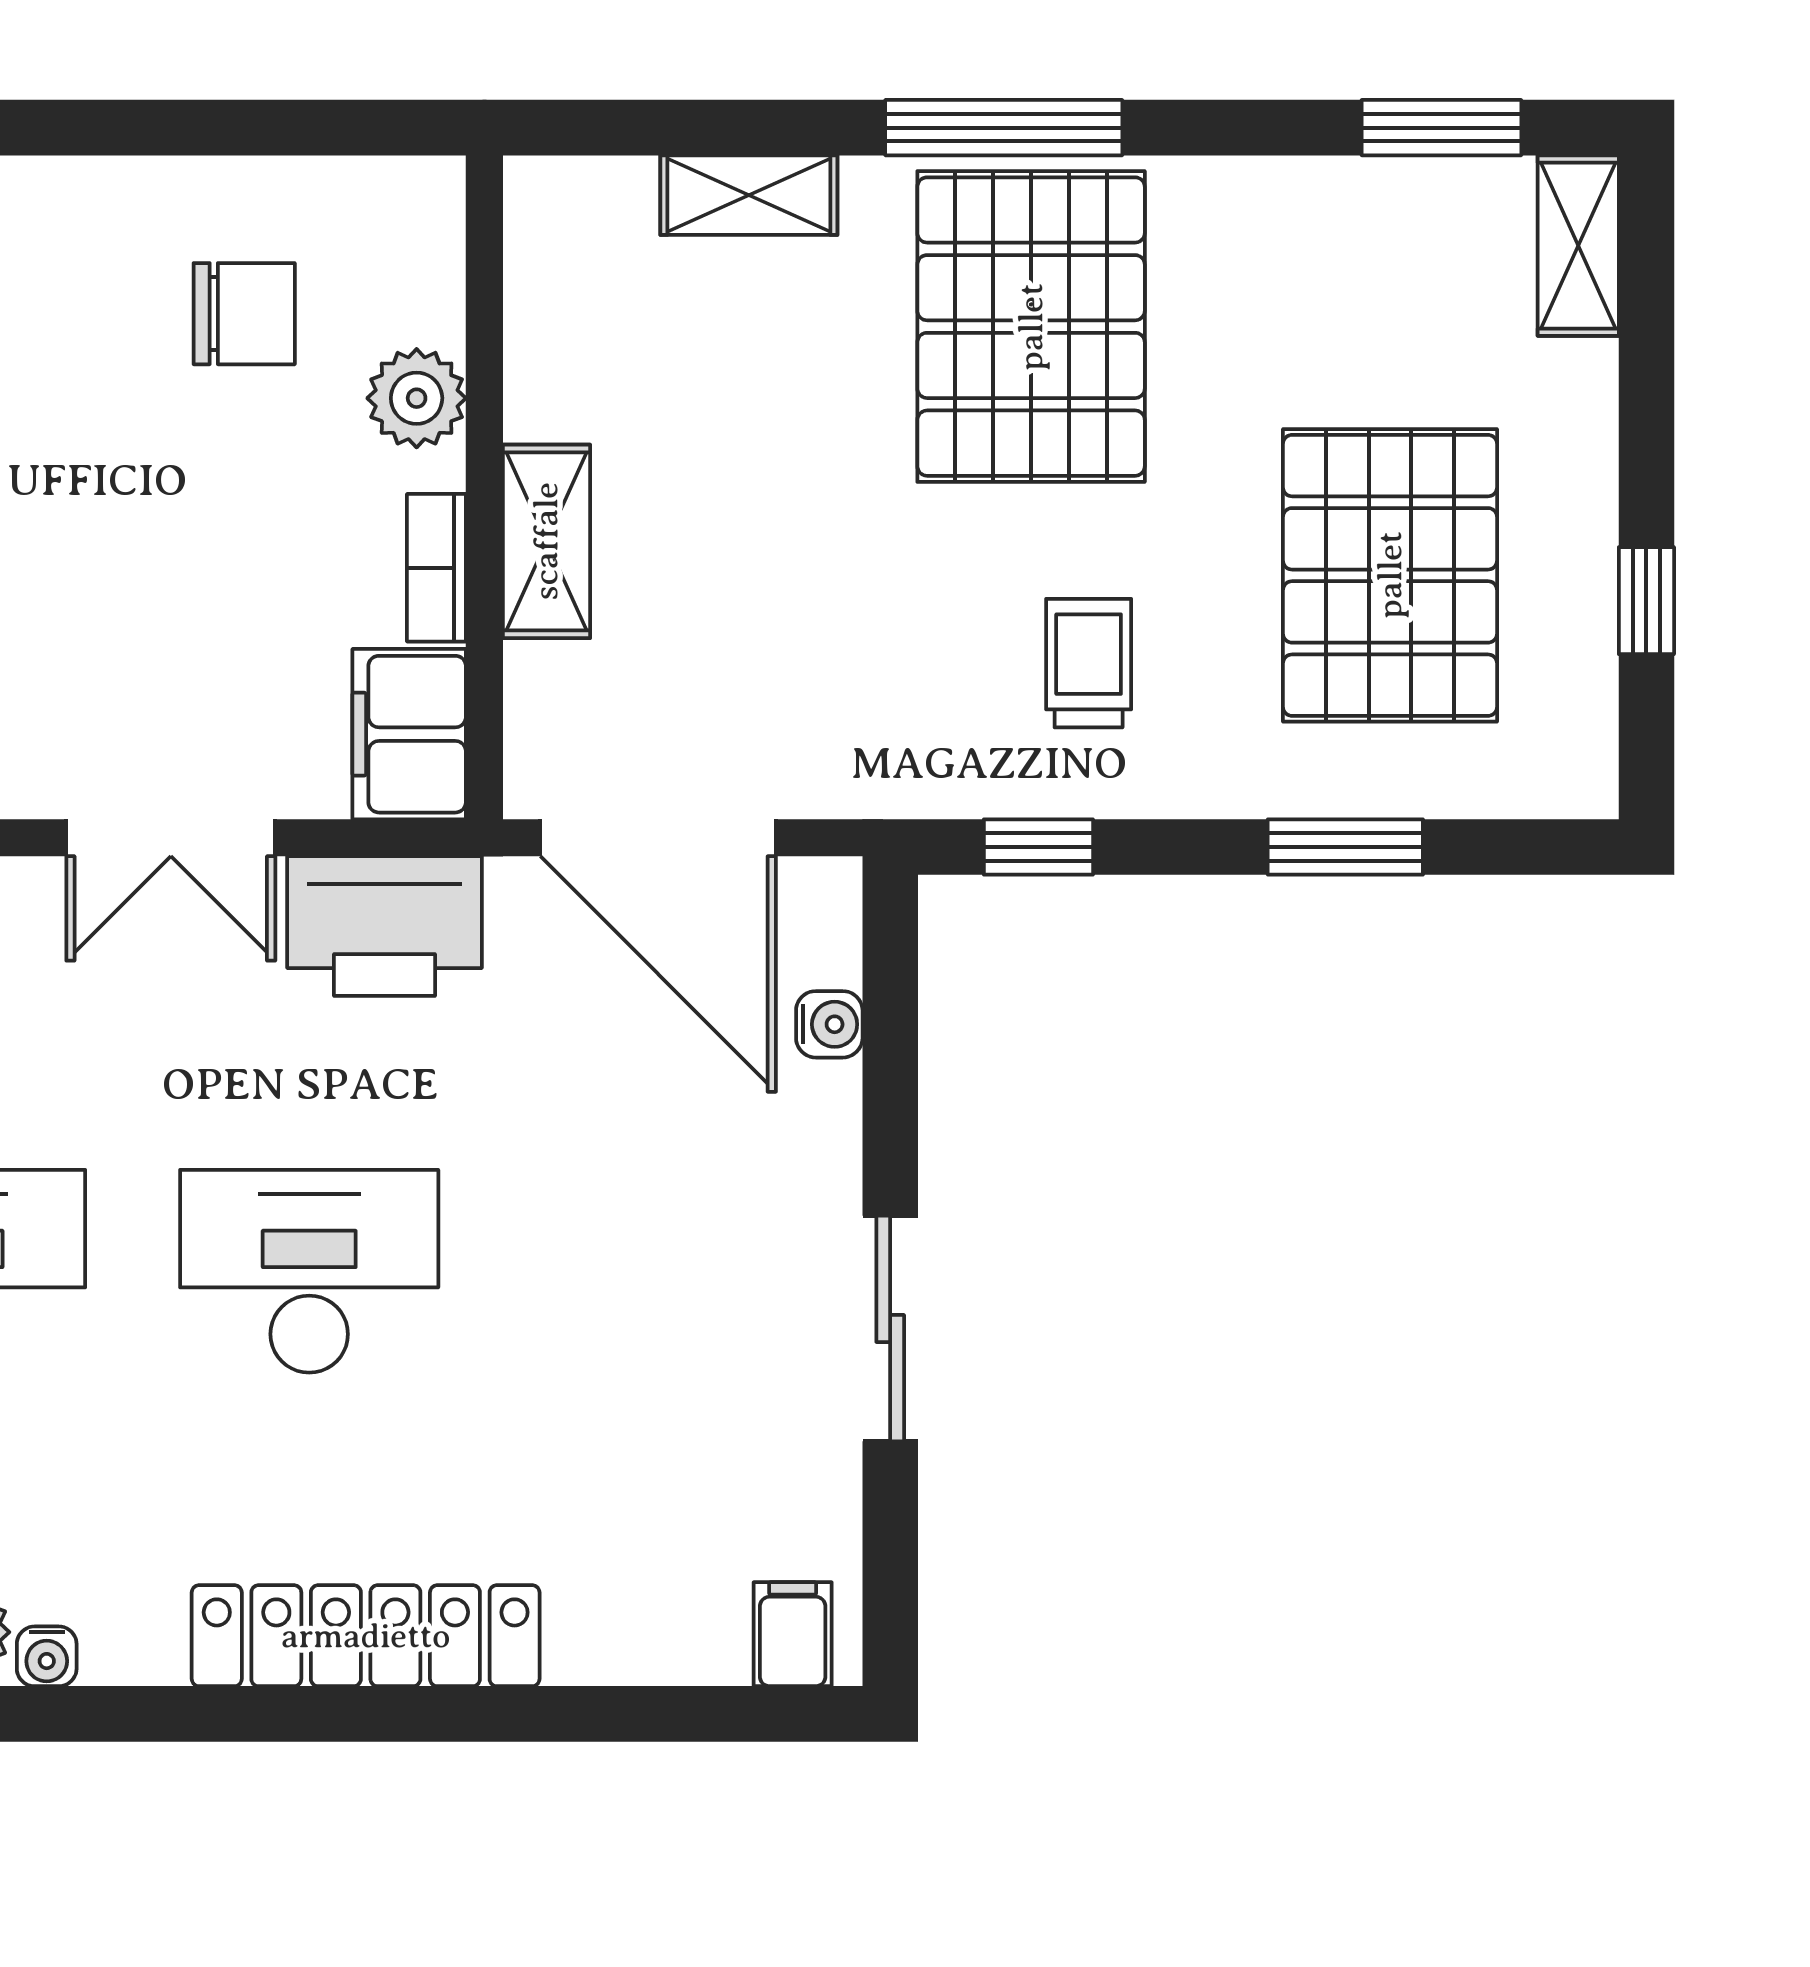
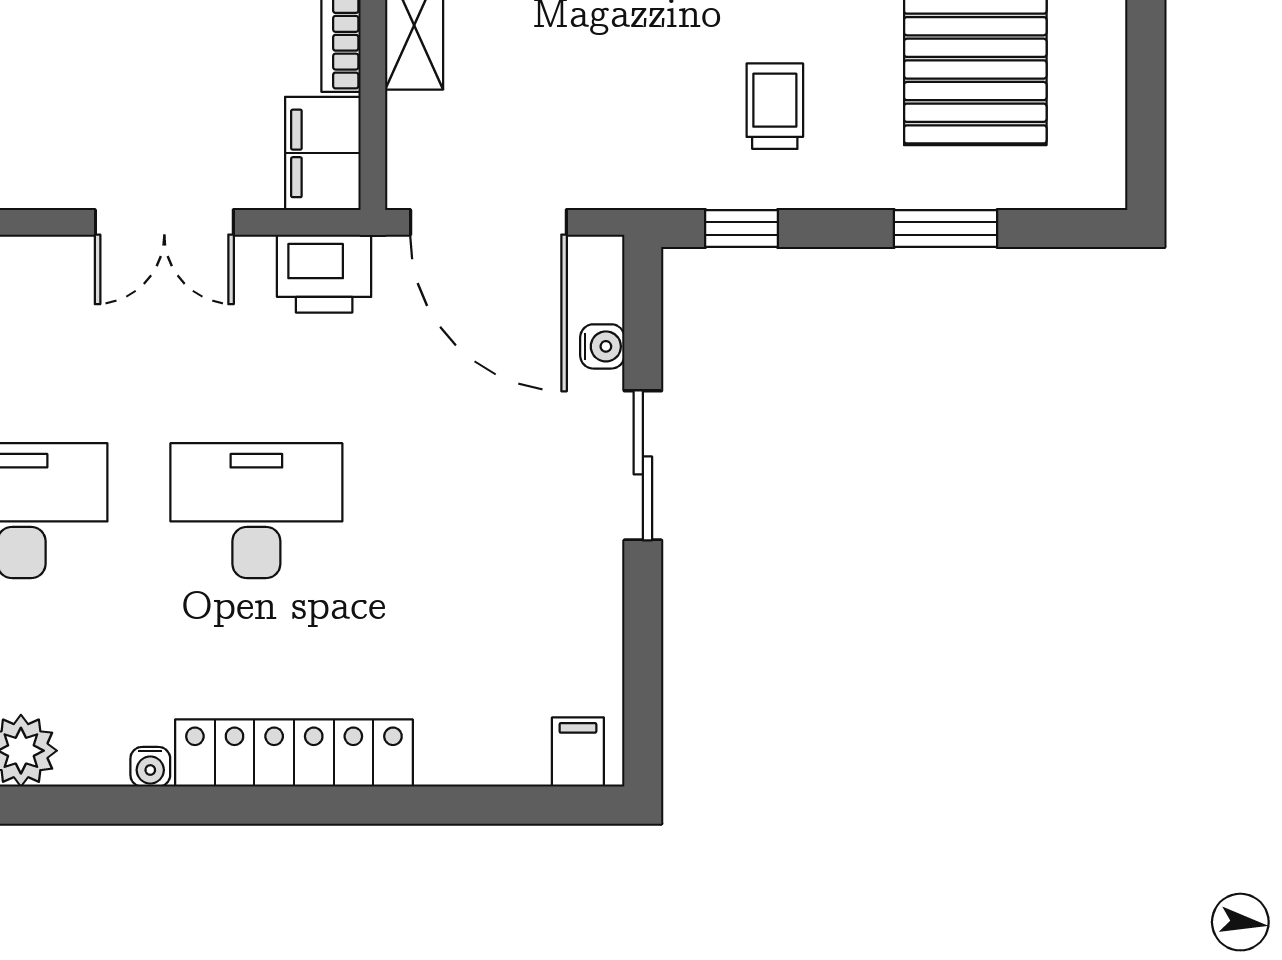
window: (1646, 601) -> (1146, 65), removed
printer: (385, 926) -> (324, 274), width x0.73, depth x0.84
sliding door: (890, 1329) -> (643, 465), moved
water cooler: (47, 1656) -> (150, 767), moved

